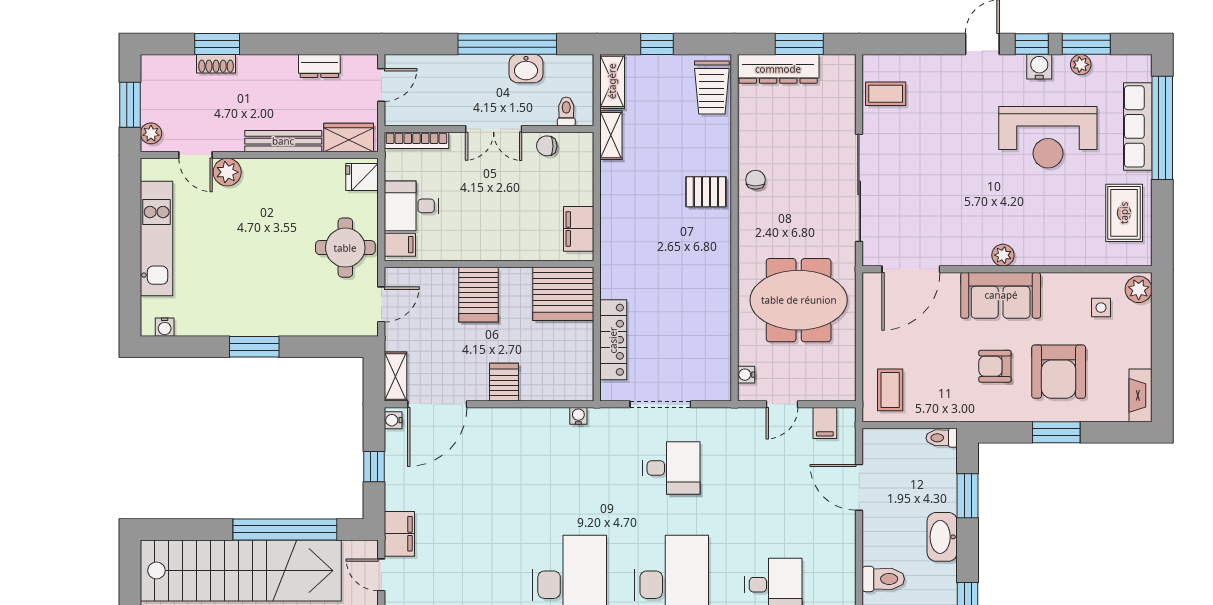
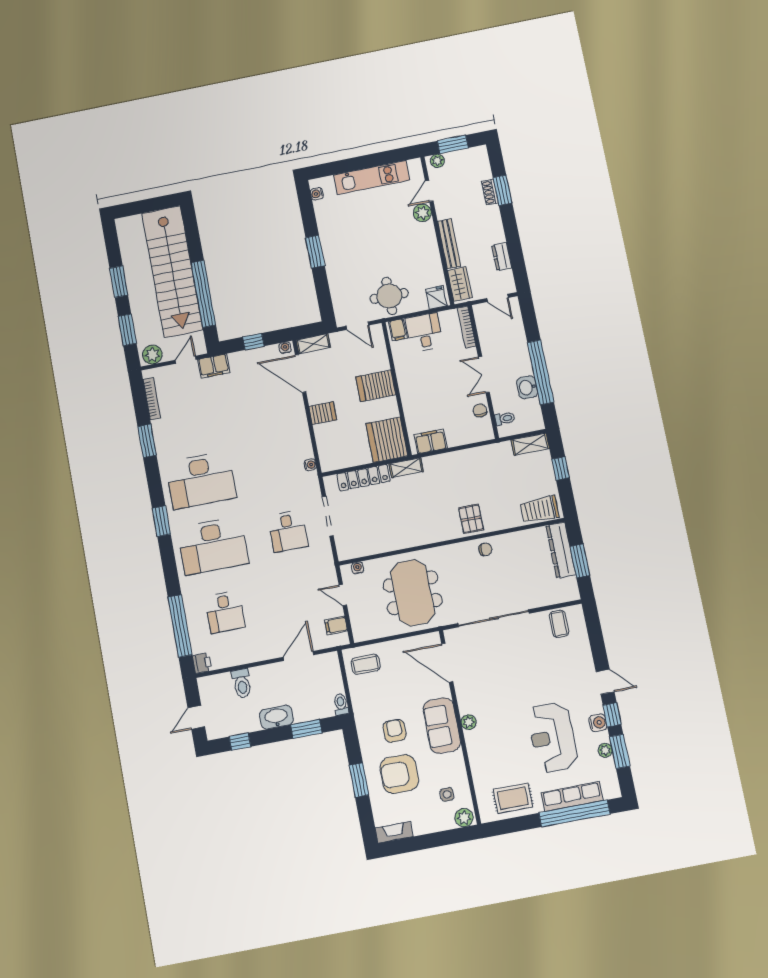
shelving: (611, 135) -> (406, 468), moved

